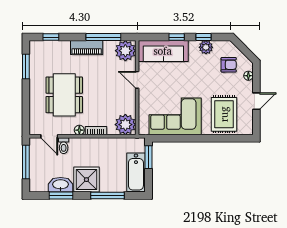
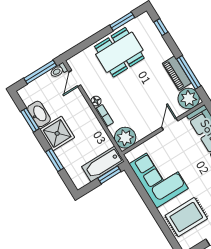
piano: (87, 48) -> (177, 73), moved
dining table: (64, 95) -> (119, 52), moved
toilet: (64, 146) -> (59, 70), moved
bathtub: (136, 172) -> (103, 164), moved
window: (108, 196) -> (55, 160), width x0.69

